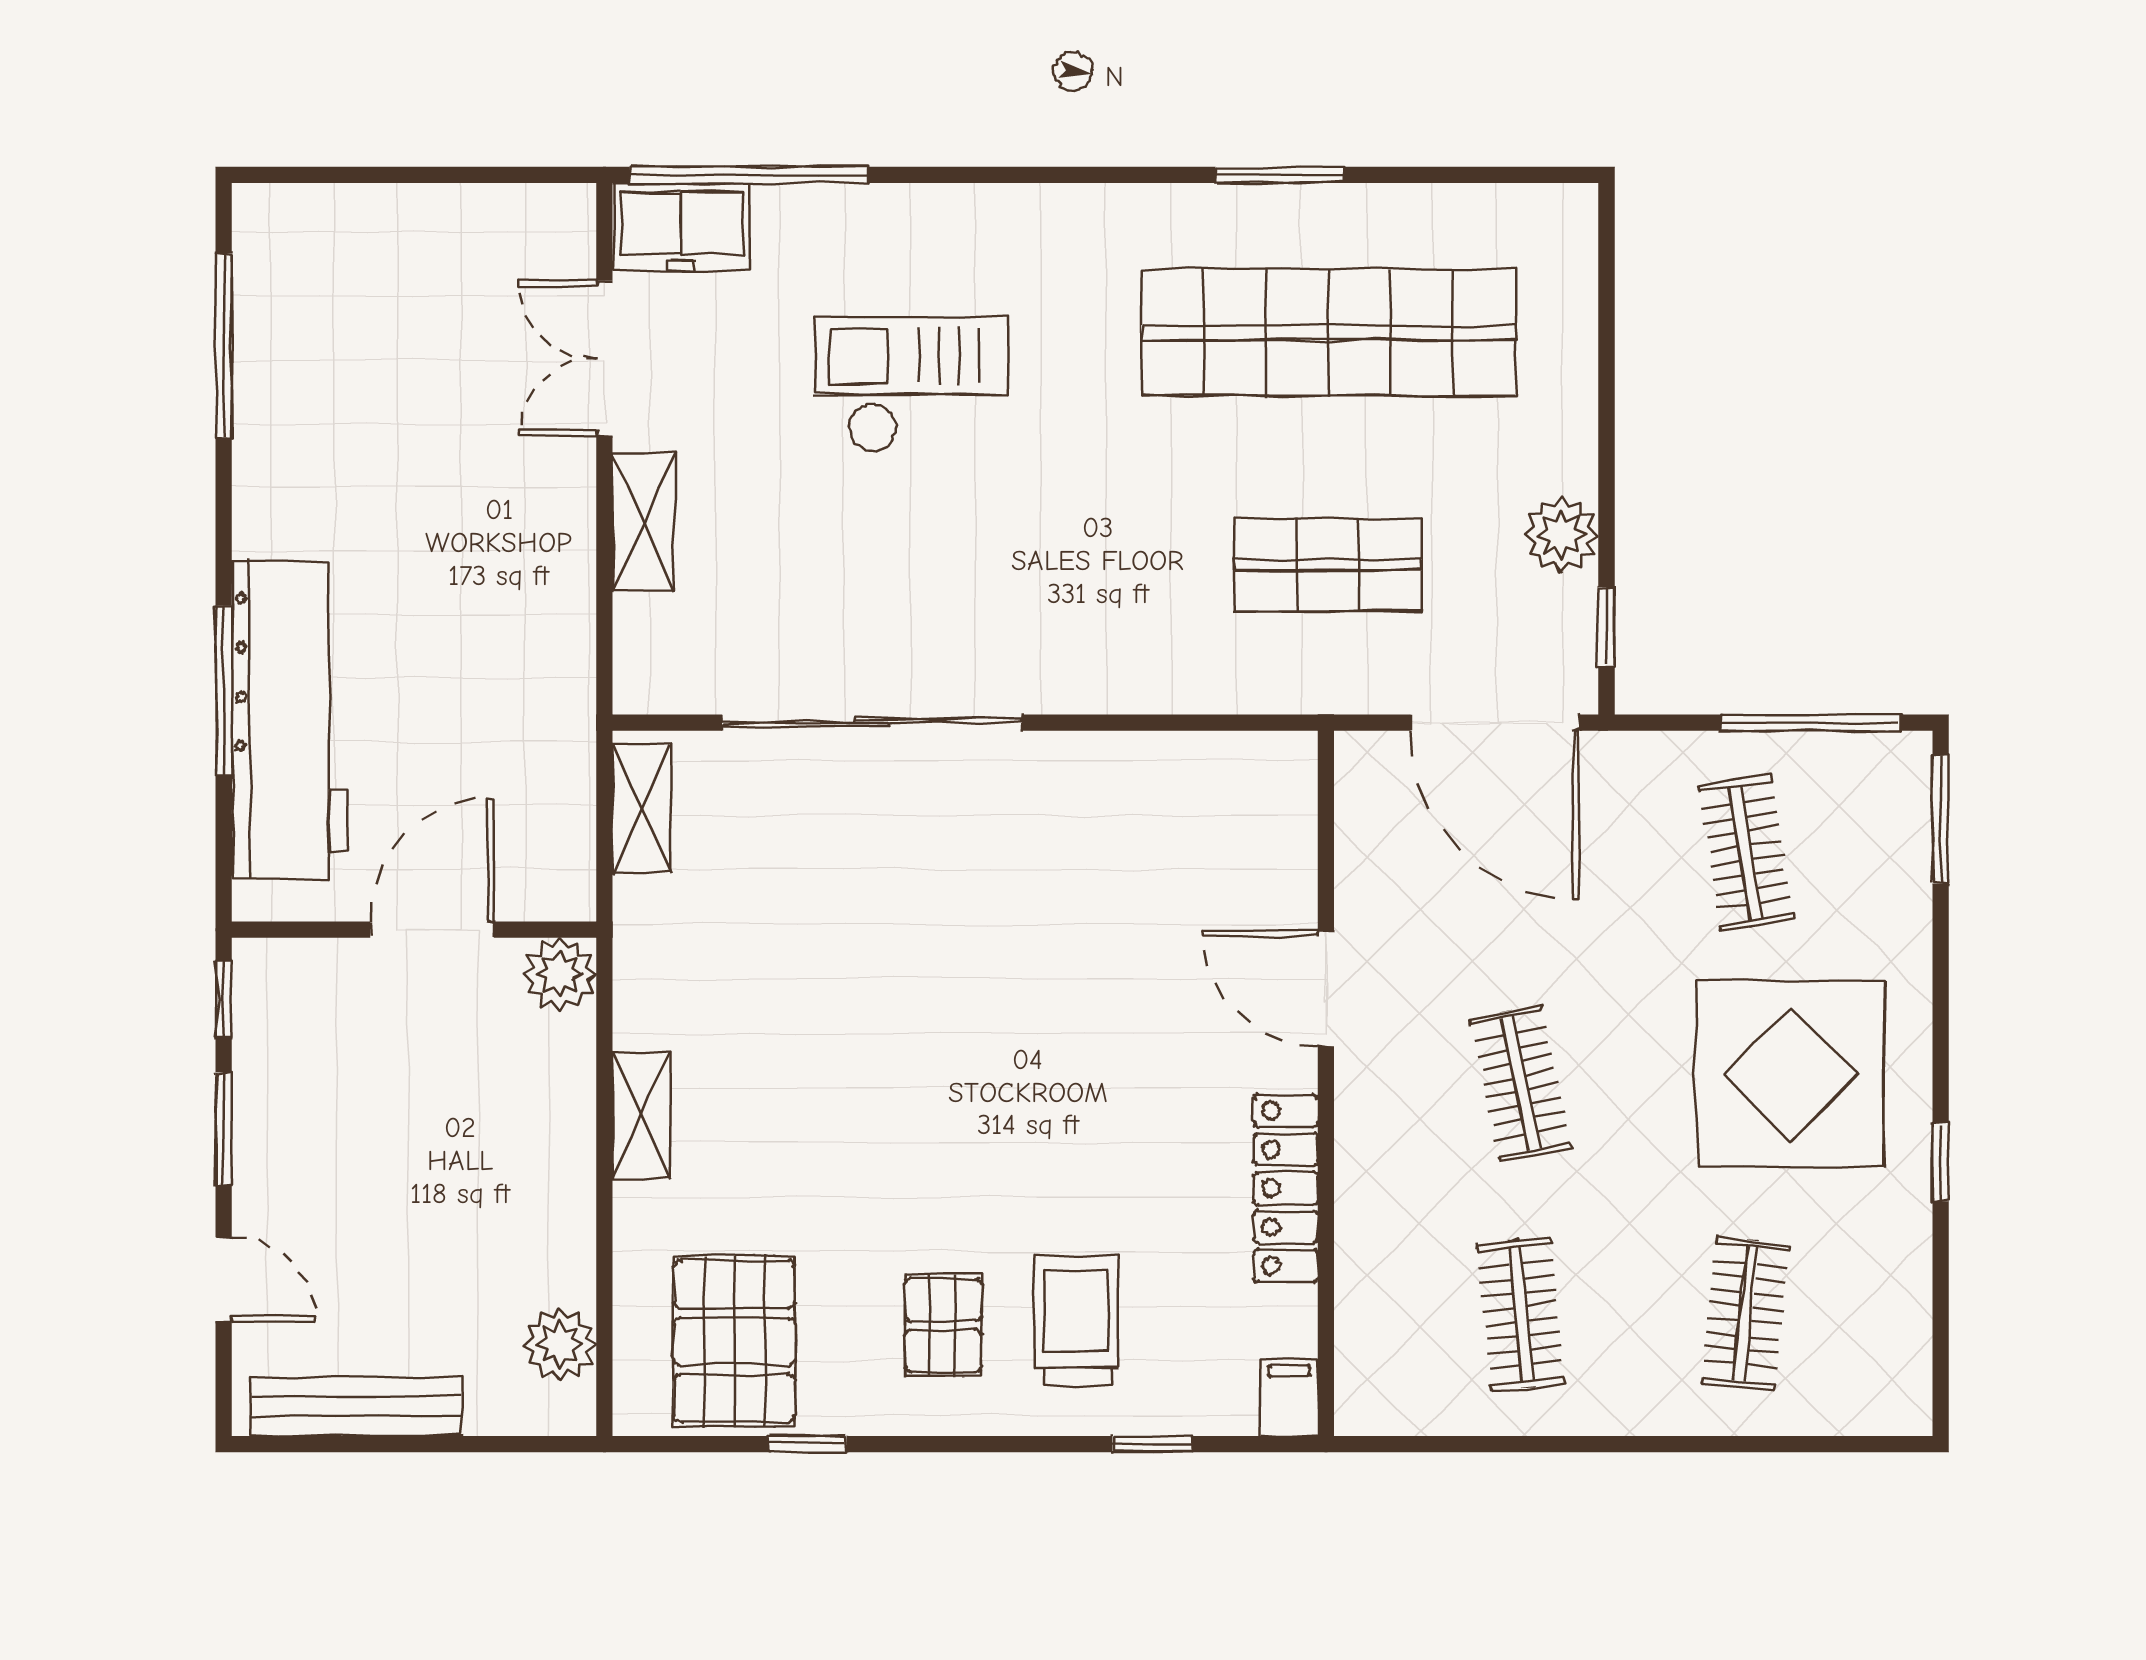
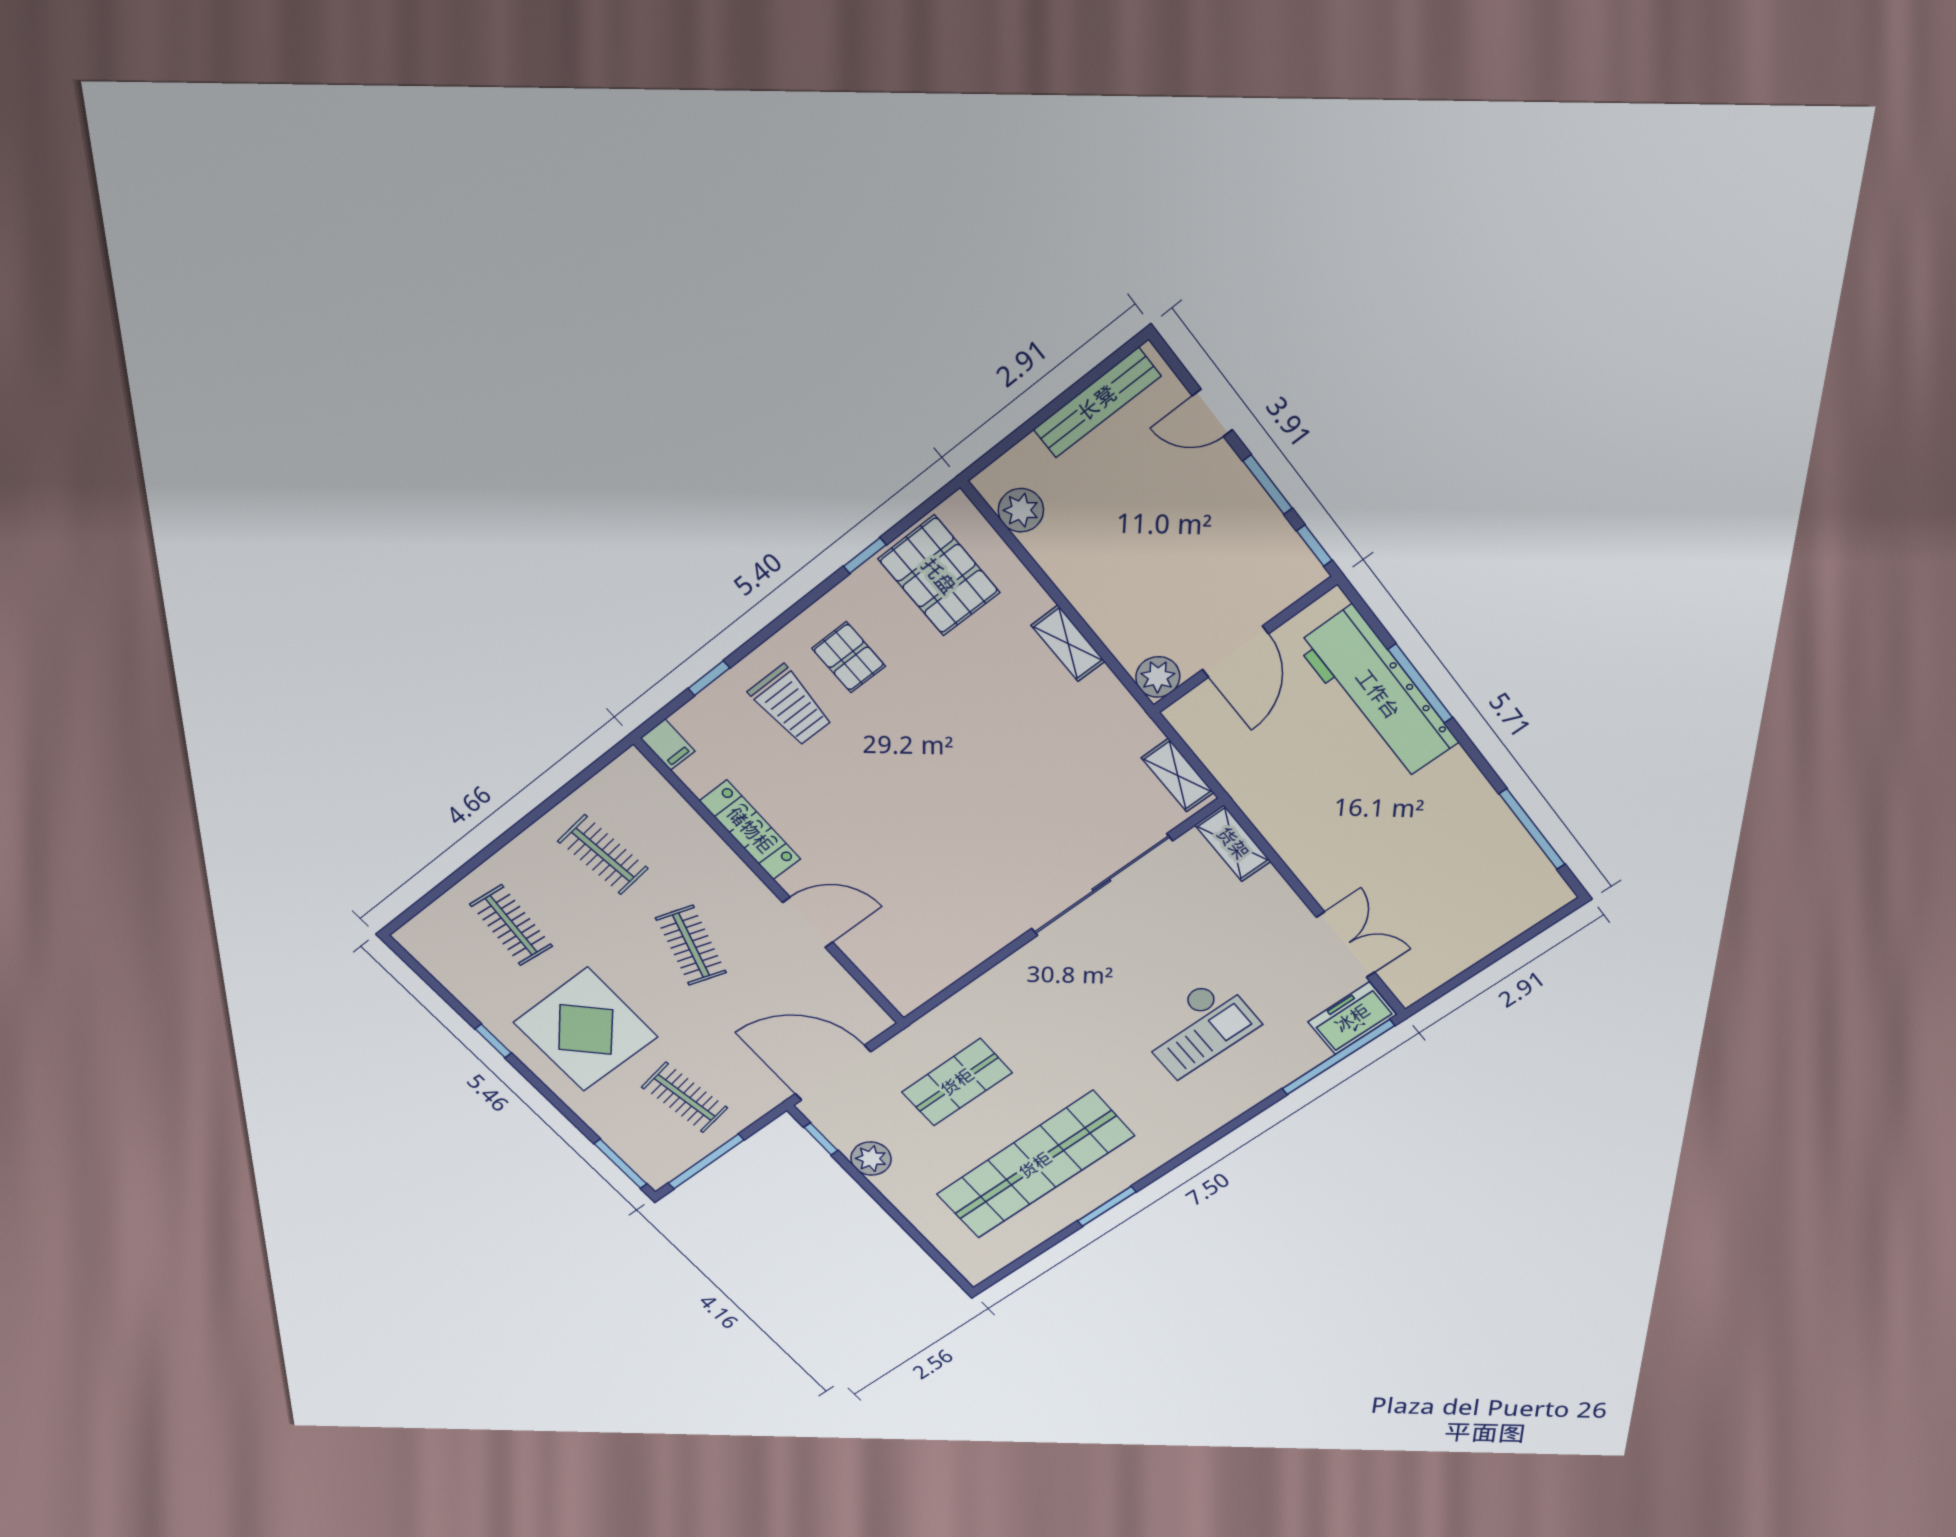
shelving: (644, 522) -> (1233, 843), moved
clothes rail: (1521, 1083) -> (691, 945), turned 30

